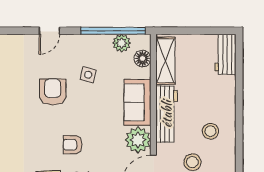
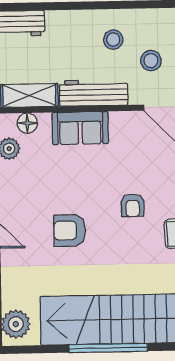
side table: (88, 75) -> (48, 188), removed
plant: (138, 140) -> (125, 127), removed

